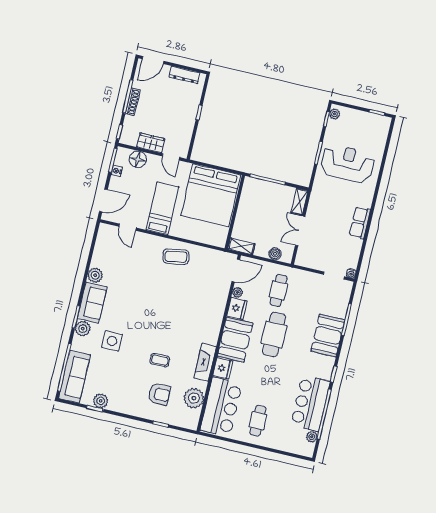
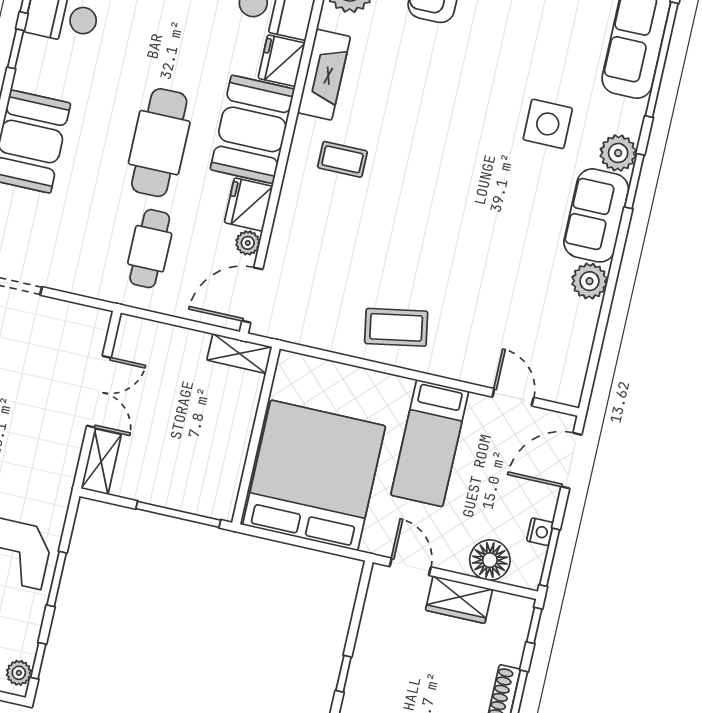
boiler: (275, 254) -> (159, 336), removed
coffee table: (160, 360) -> (342, 159), moved

